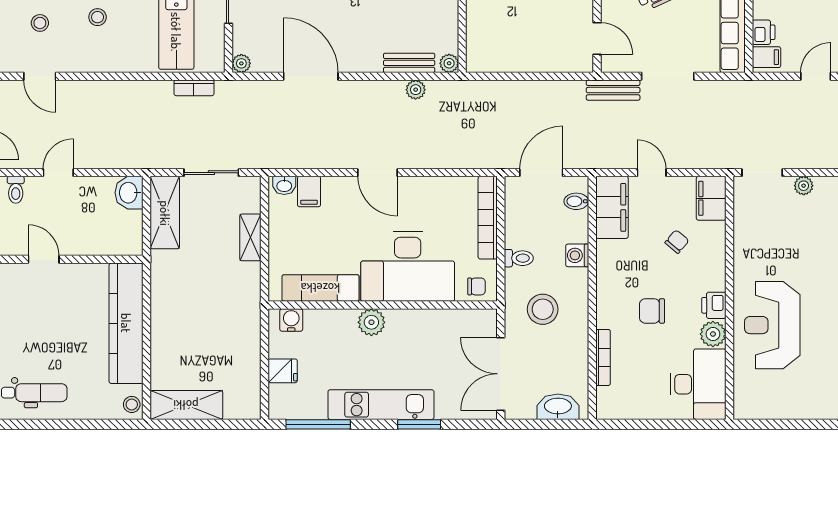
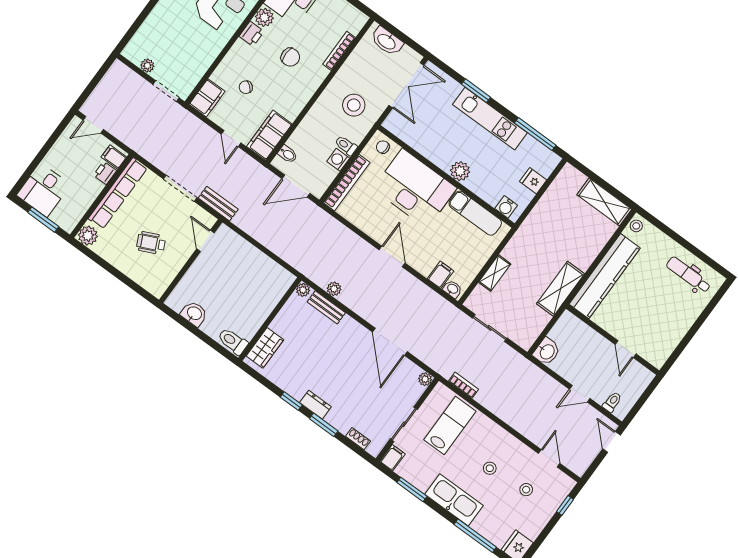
shelving: (165, 213) -> (560, 289), moved
washing machine: (577, 255) -> (338, 160), moved, turned 180

